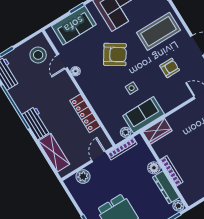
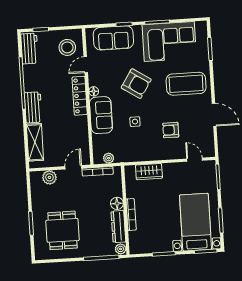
armchair: (170, 68) -> (171, 130), moved, turned 180
floor lamp: (76, 71) -> (94, 91), moved
locker: (85, 113) -> (80, 96), moved
sofa: (144, 115) -> (101, 115), moved, turned 90
wardrobe: (157, 131) -> (149, 172), moved

